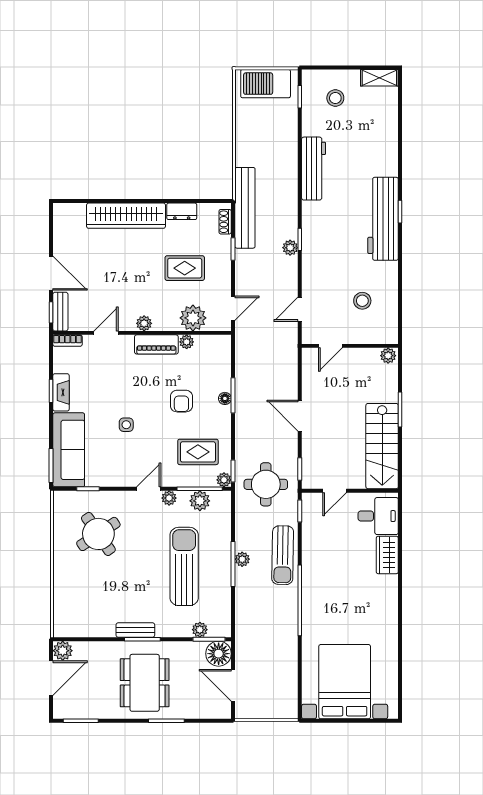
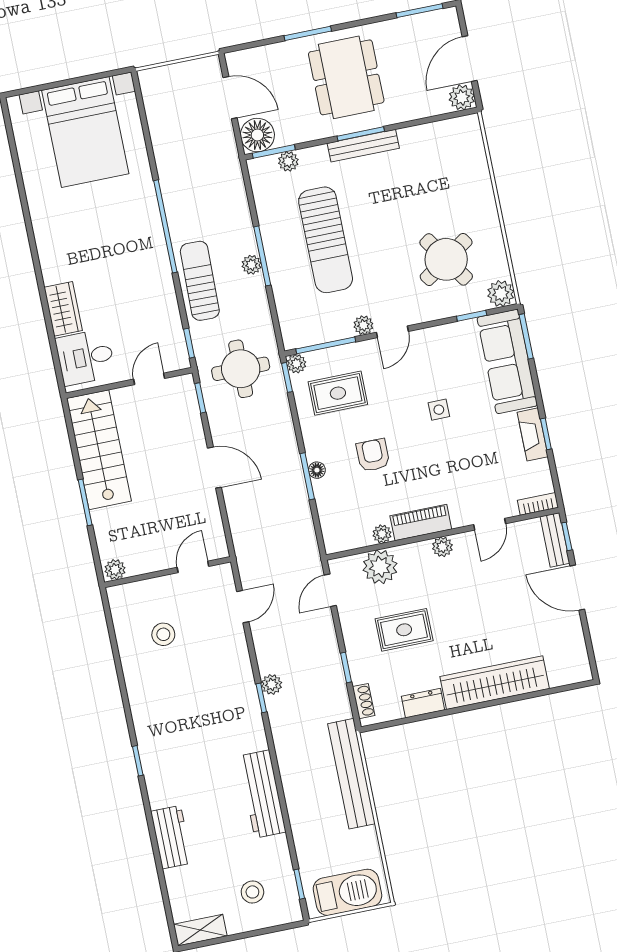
bench: (245, 208) -> (351, 774), moved
workbench: (383, 219) -> (171, 837), moved, width x0.53, depth x0.76
plant: (200, 501) -> (501, 294), moved
bench: (135, 630) -> (363, 146), width x1.36

